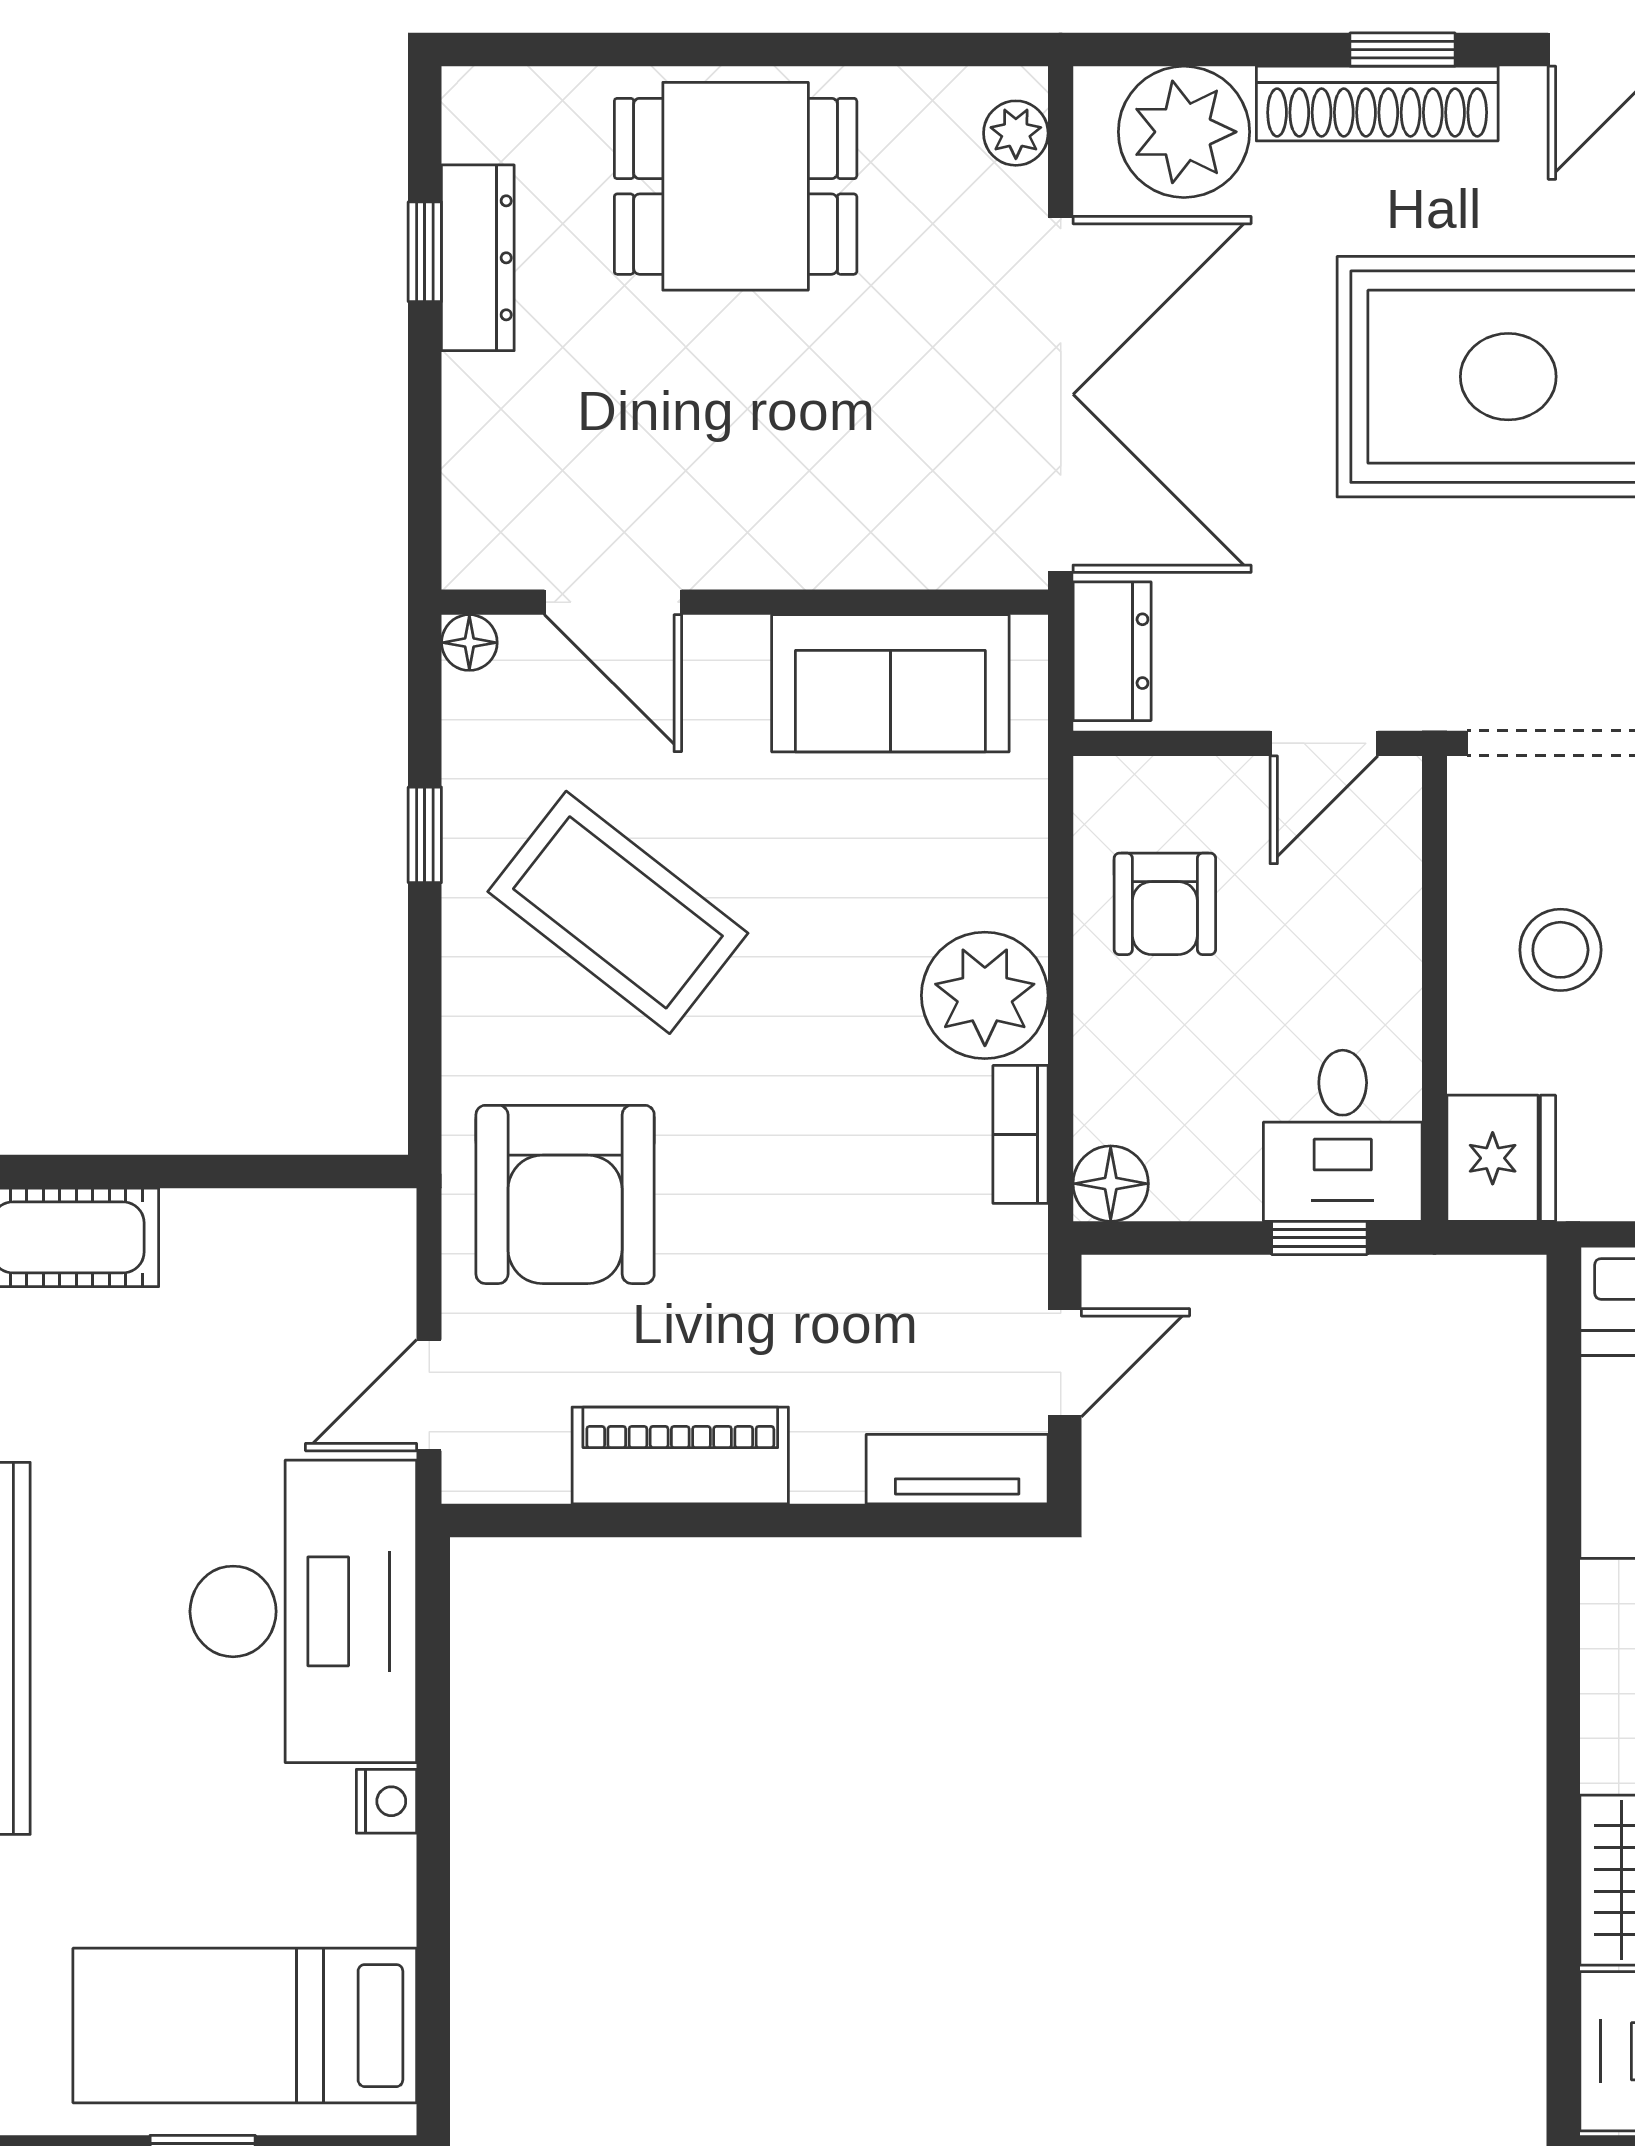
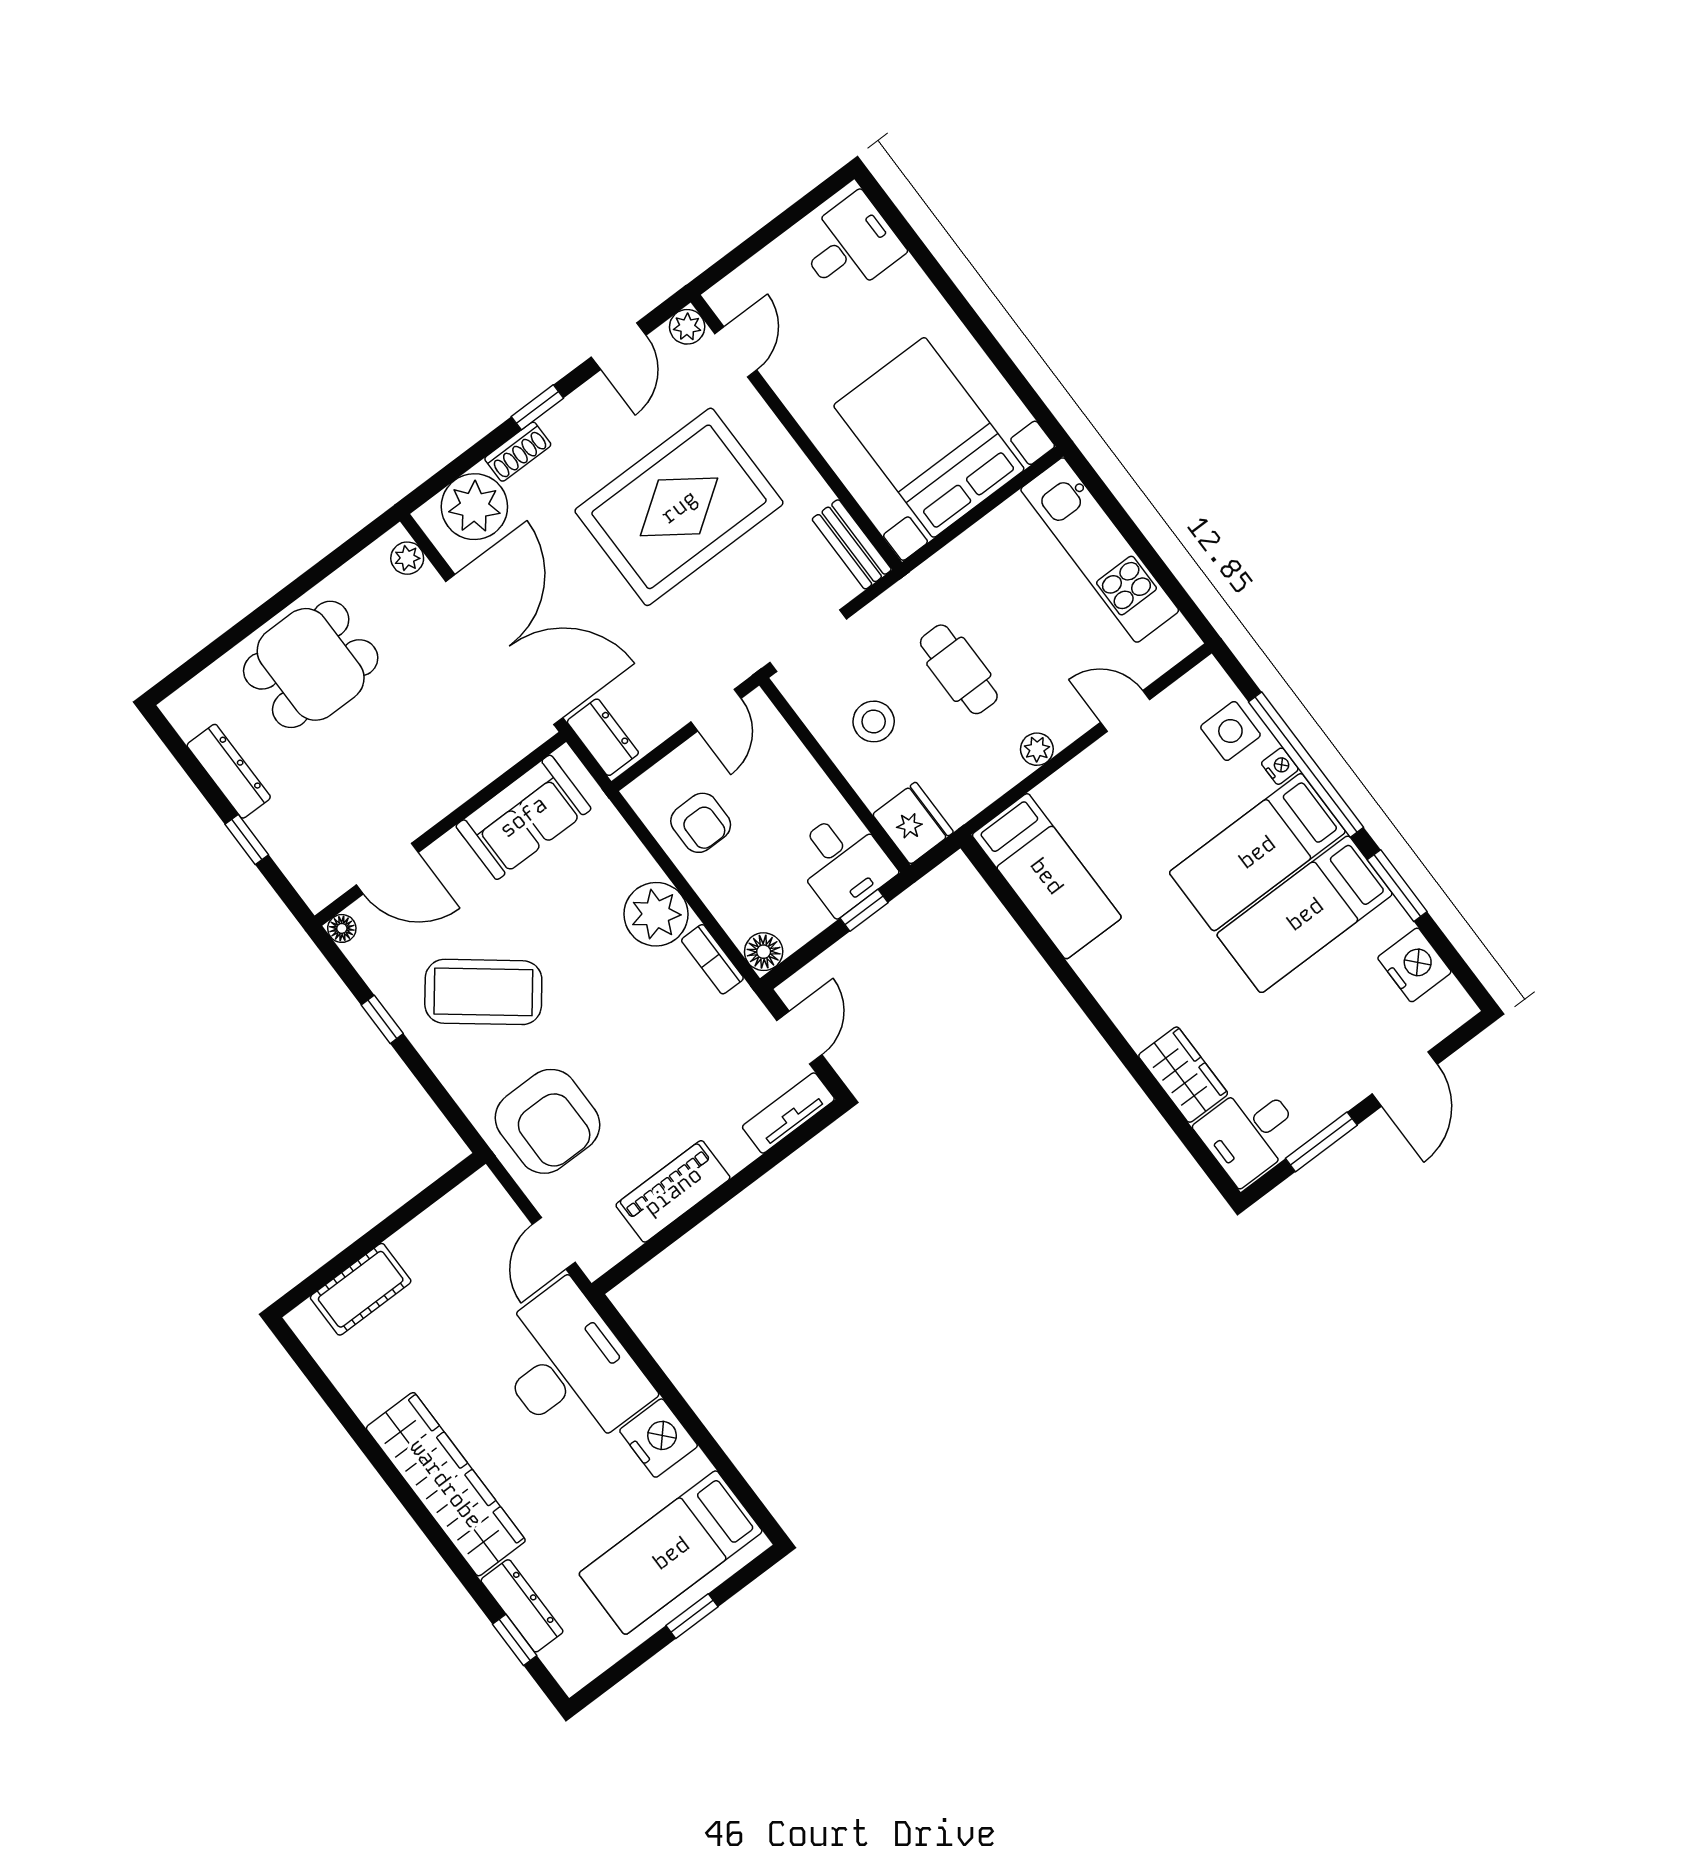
shoe rack: (1377, 104) -> (518, 452), width x0.51, depth x0.81
window: (425, 252) -> (247, 839), moved
nightstand: (386, 1801) -> (659, 1438), width x1.89, depth x1.79

